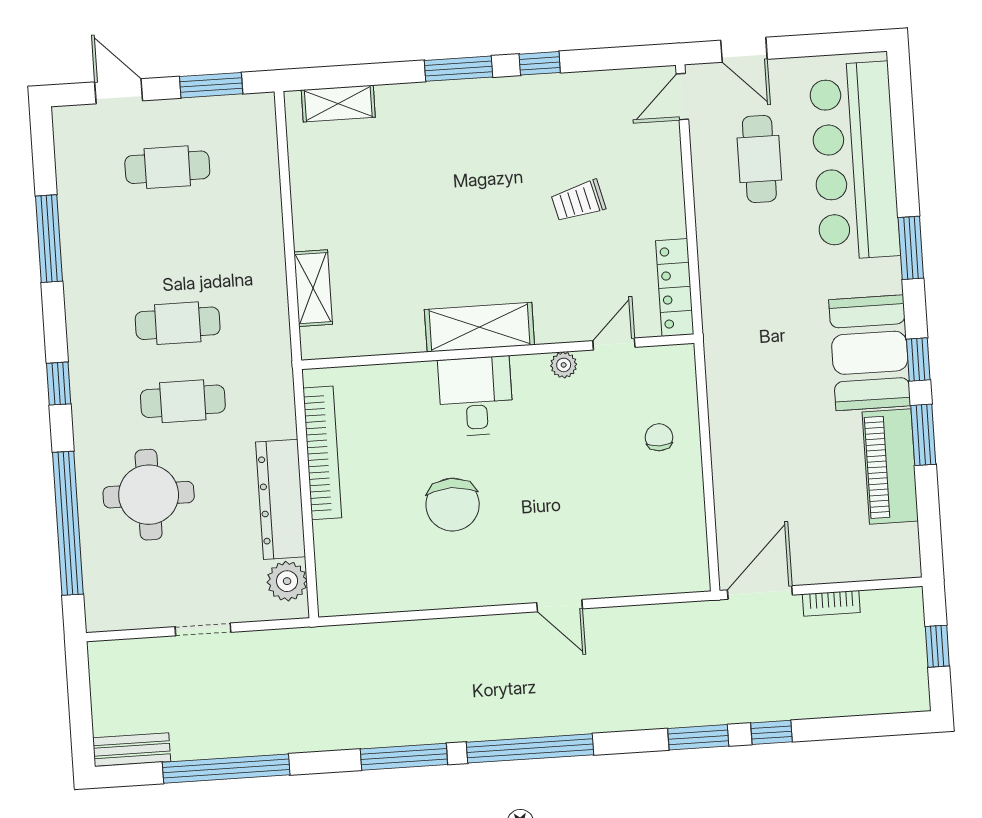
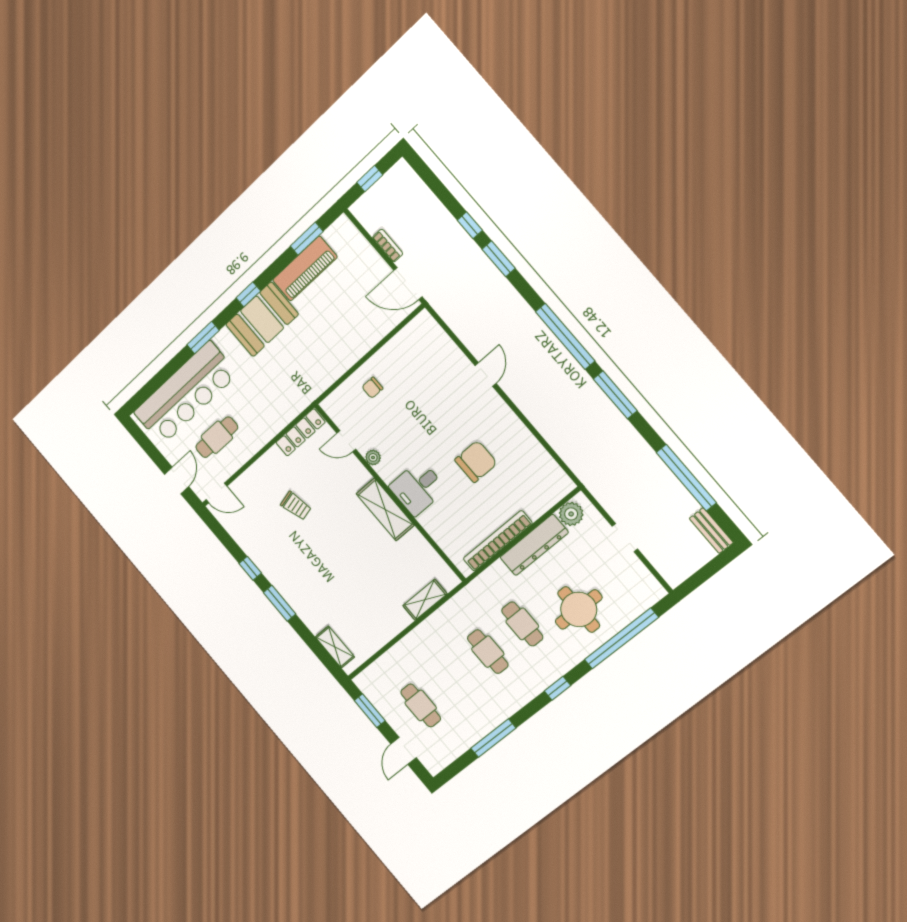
window: (923, 435) -> (307, 239), moved

